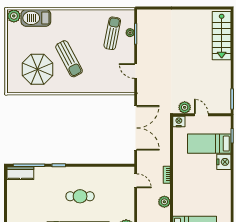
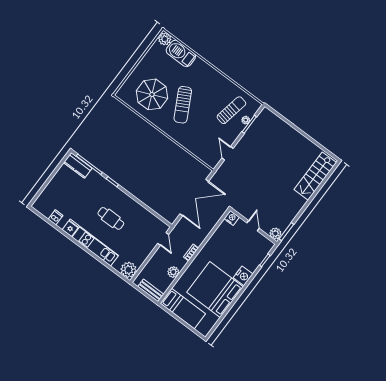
plant: (185, 107) -> (275, 234), moved
bed: (209, 144) -> (215, 289), moved, width x2.04

